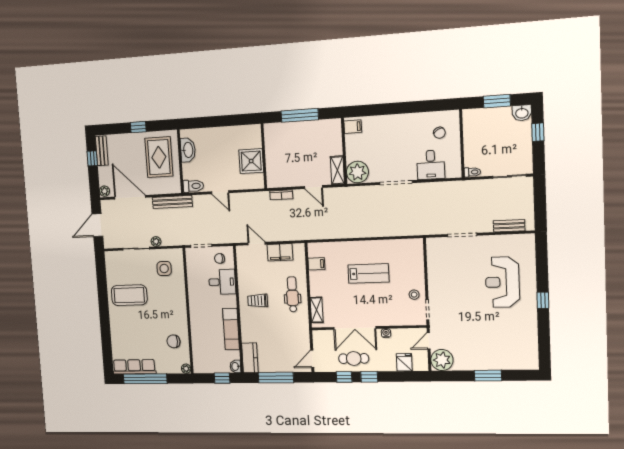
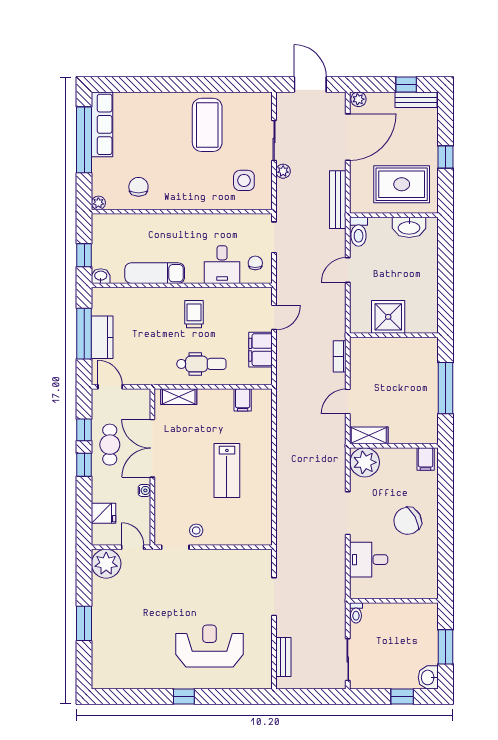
chair: (439, 133) -> (408, 521), moved, width x1.87, depth x1.87
kitchen counter: (250, 358) -> (102, 337), moved, turned -90

